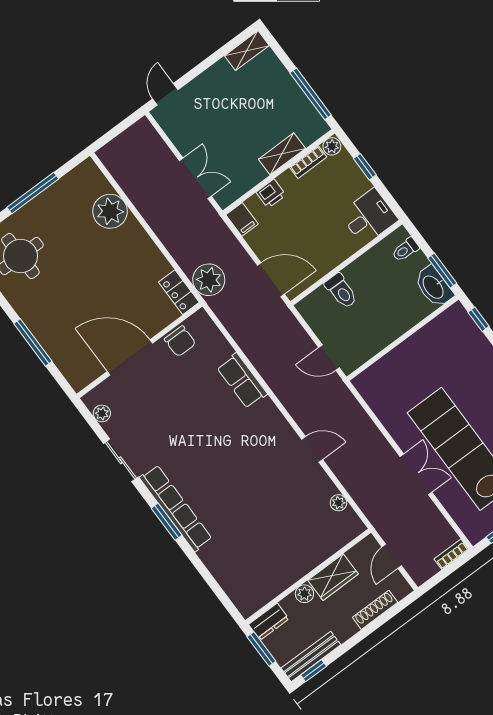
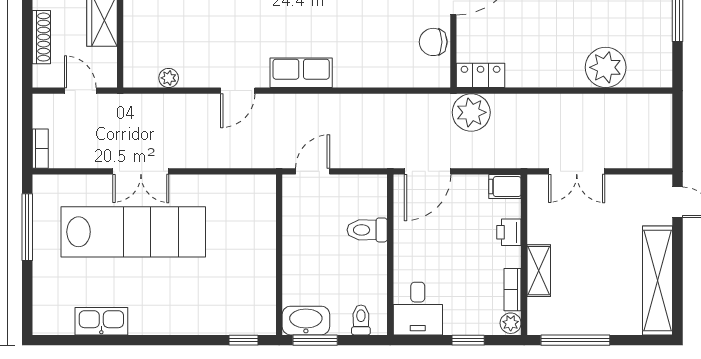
shelving: (247, 51) -> (658, 280), width x2.20, depth x1.33
row of seats: (242, 381) -> (301, 73), moved

